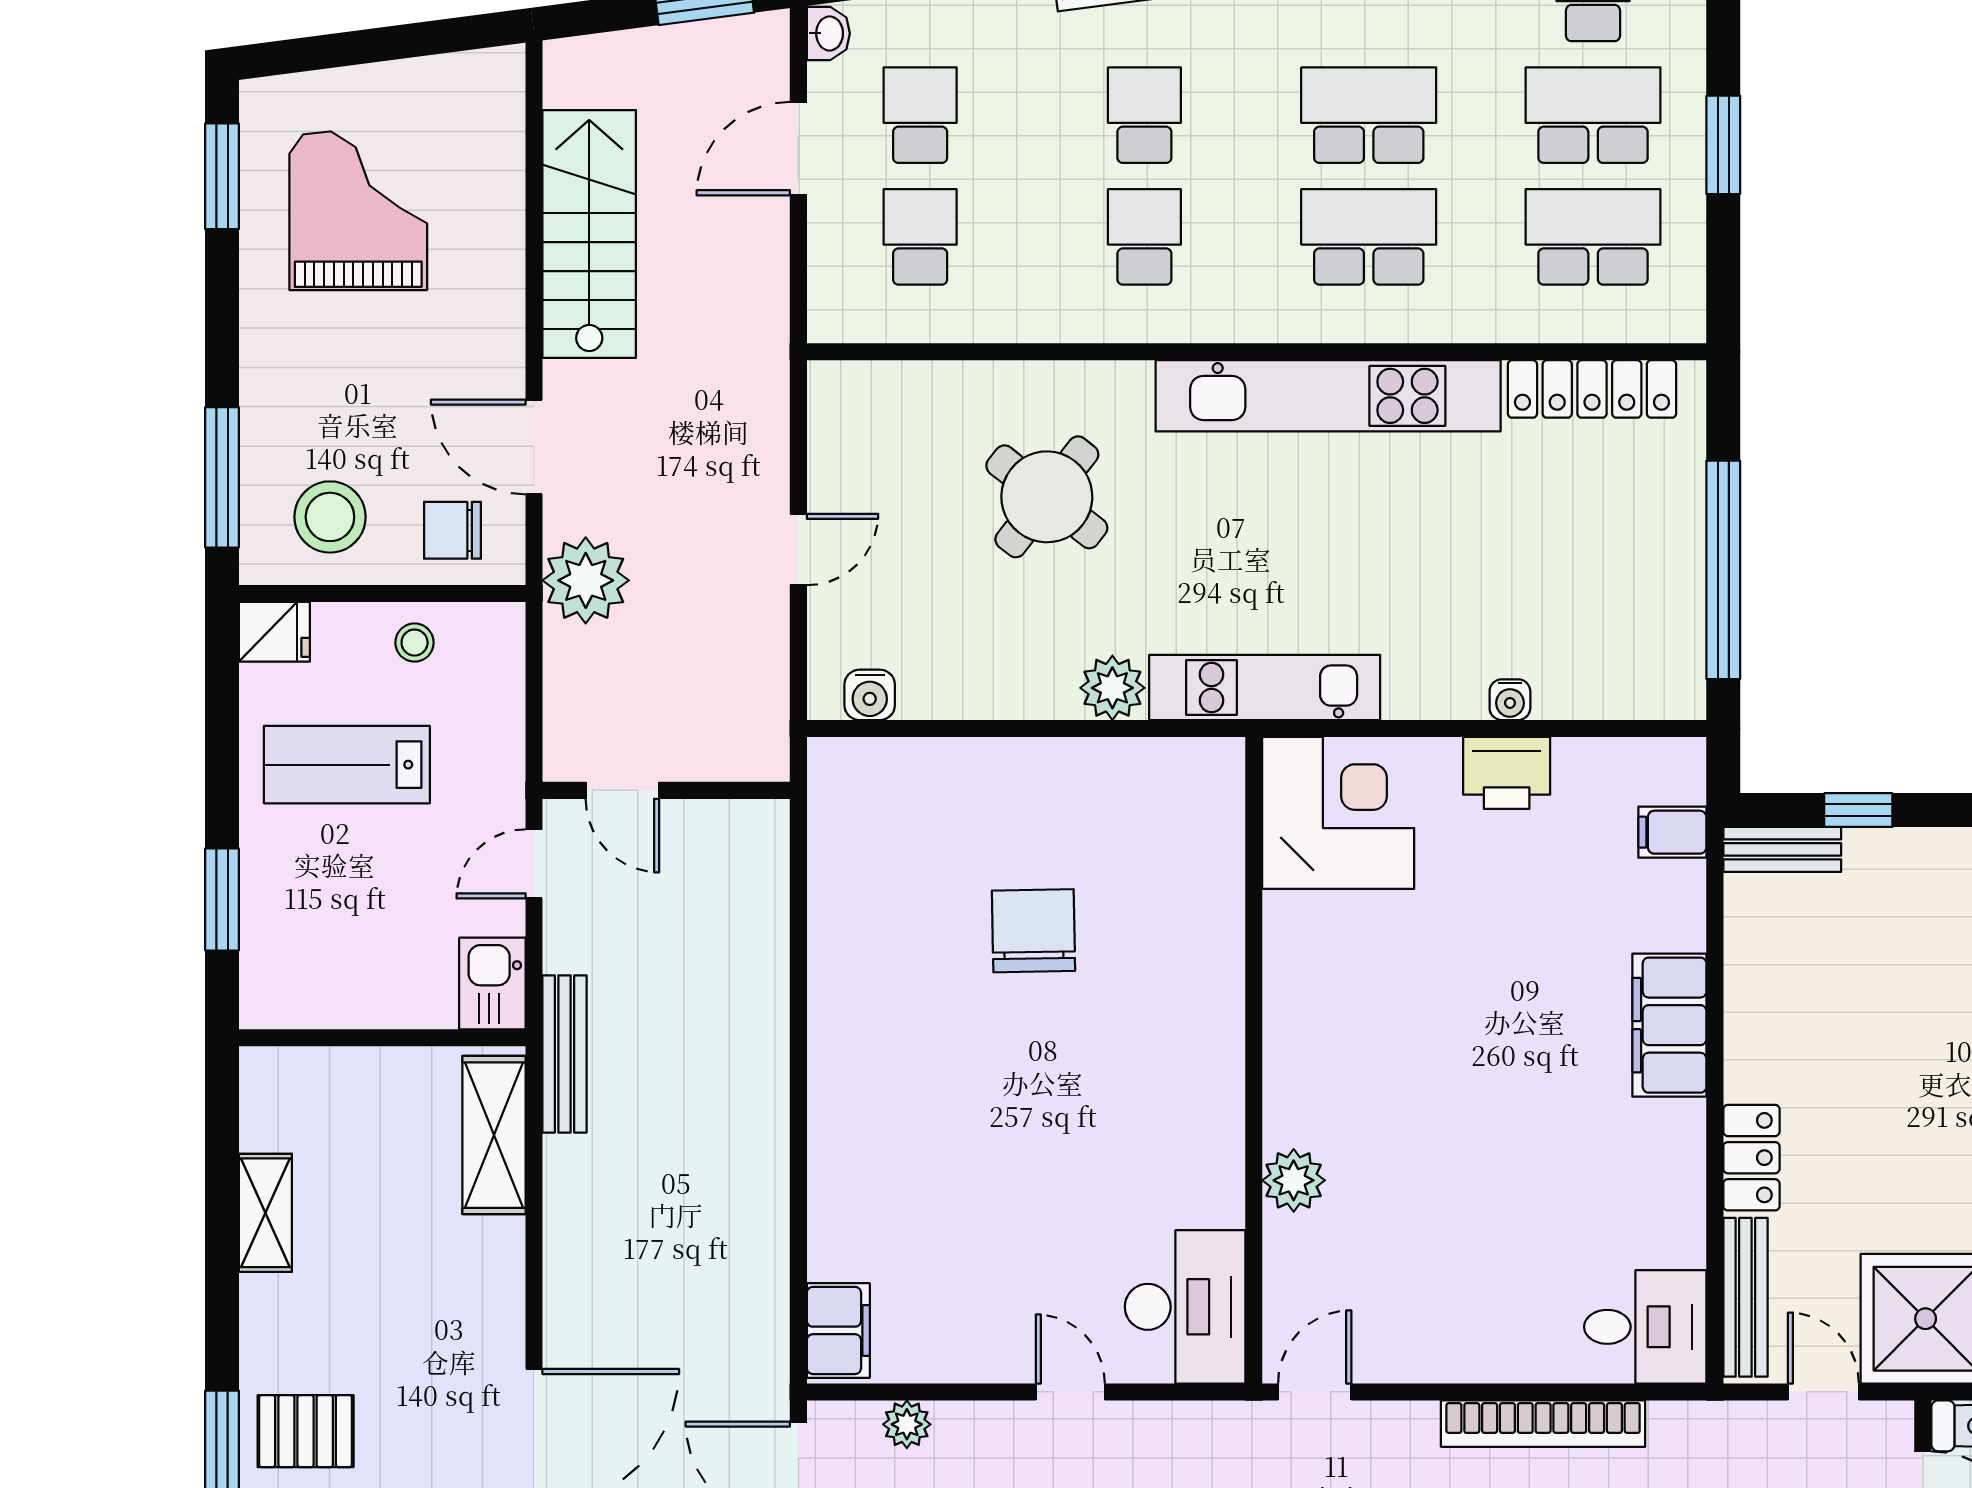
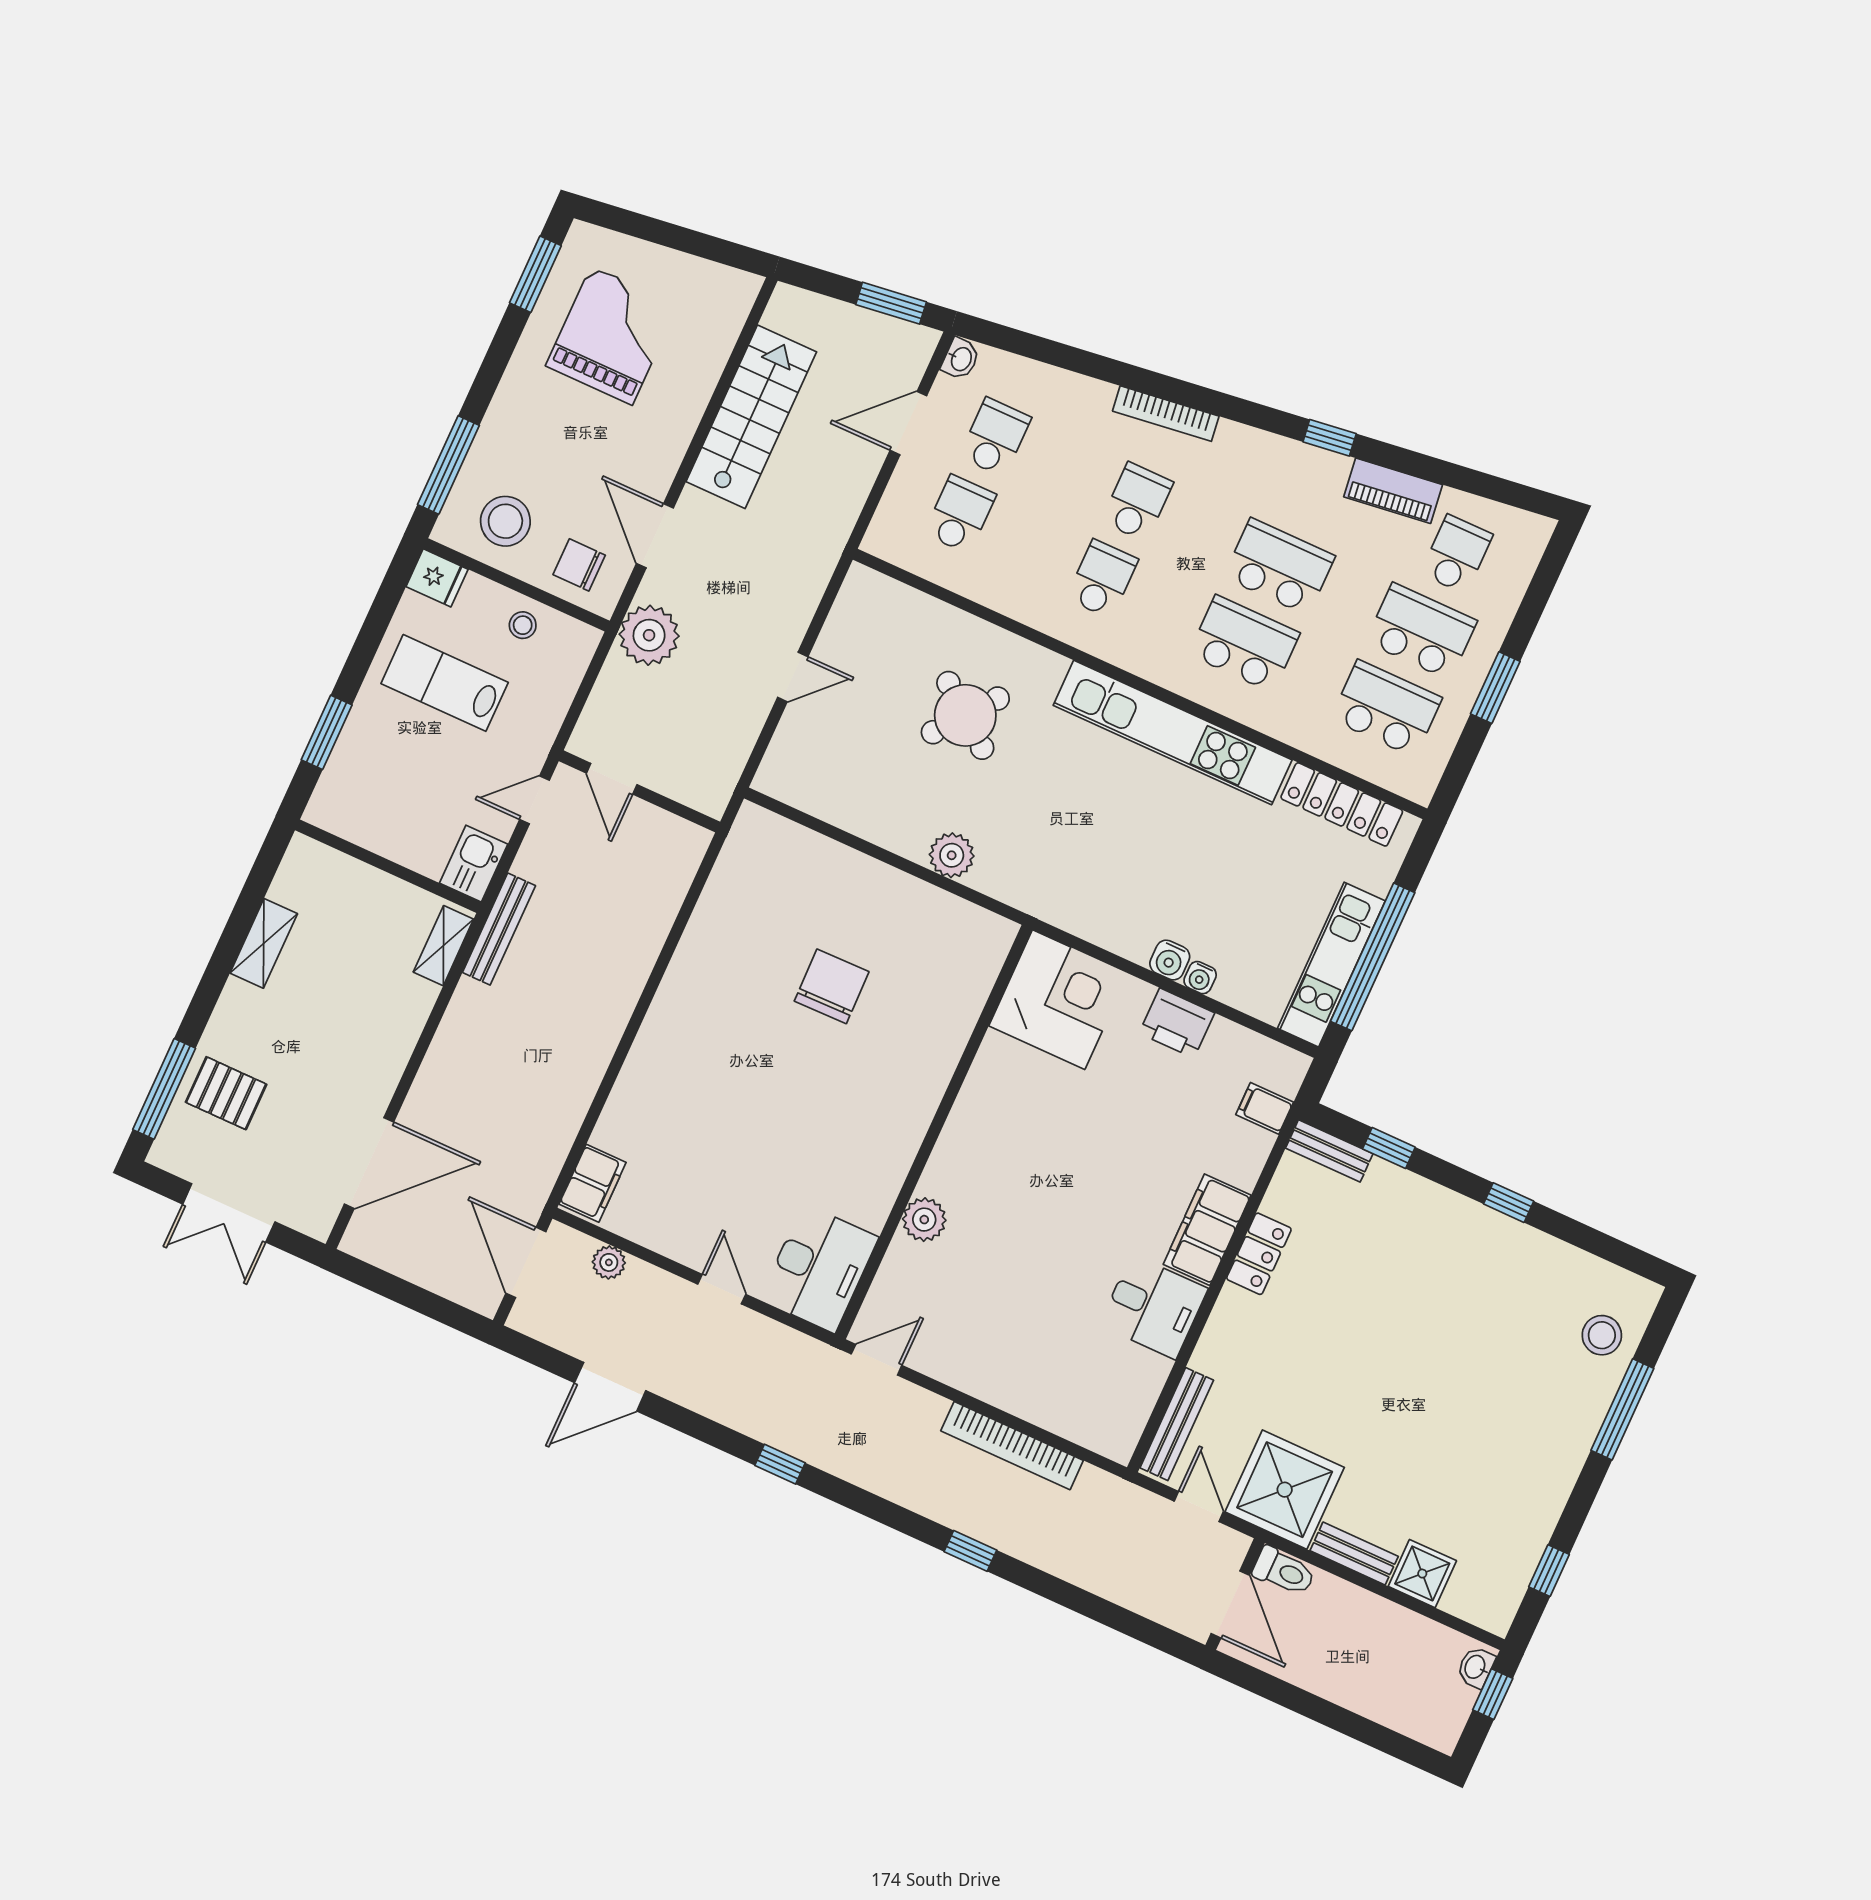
kitchen unit: (1265, 688) -> (1331, 965), moved, turned -90
water cooler: (870, 695) -> (1170, 960), moved
shelving: (494, 1135) -> (443, 946), width x0.67, depth x0.75
locker: (1751, 1158) -> (1259, 1254), moved
desk: (1645, 1327) -> (1154, 1307), moved

